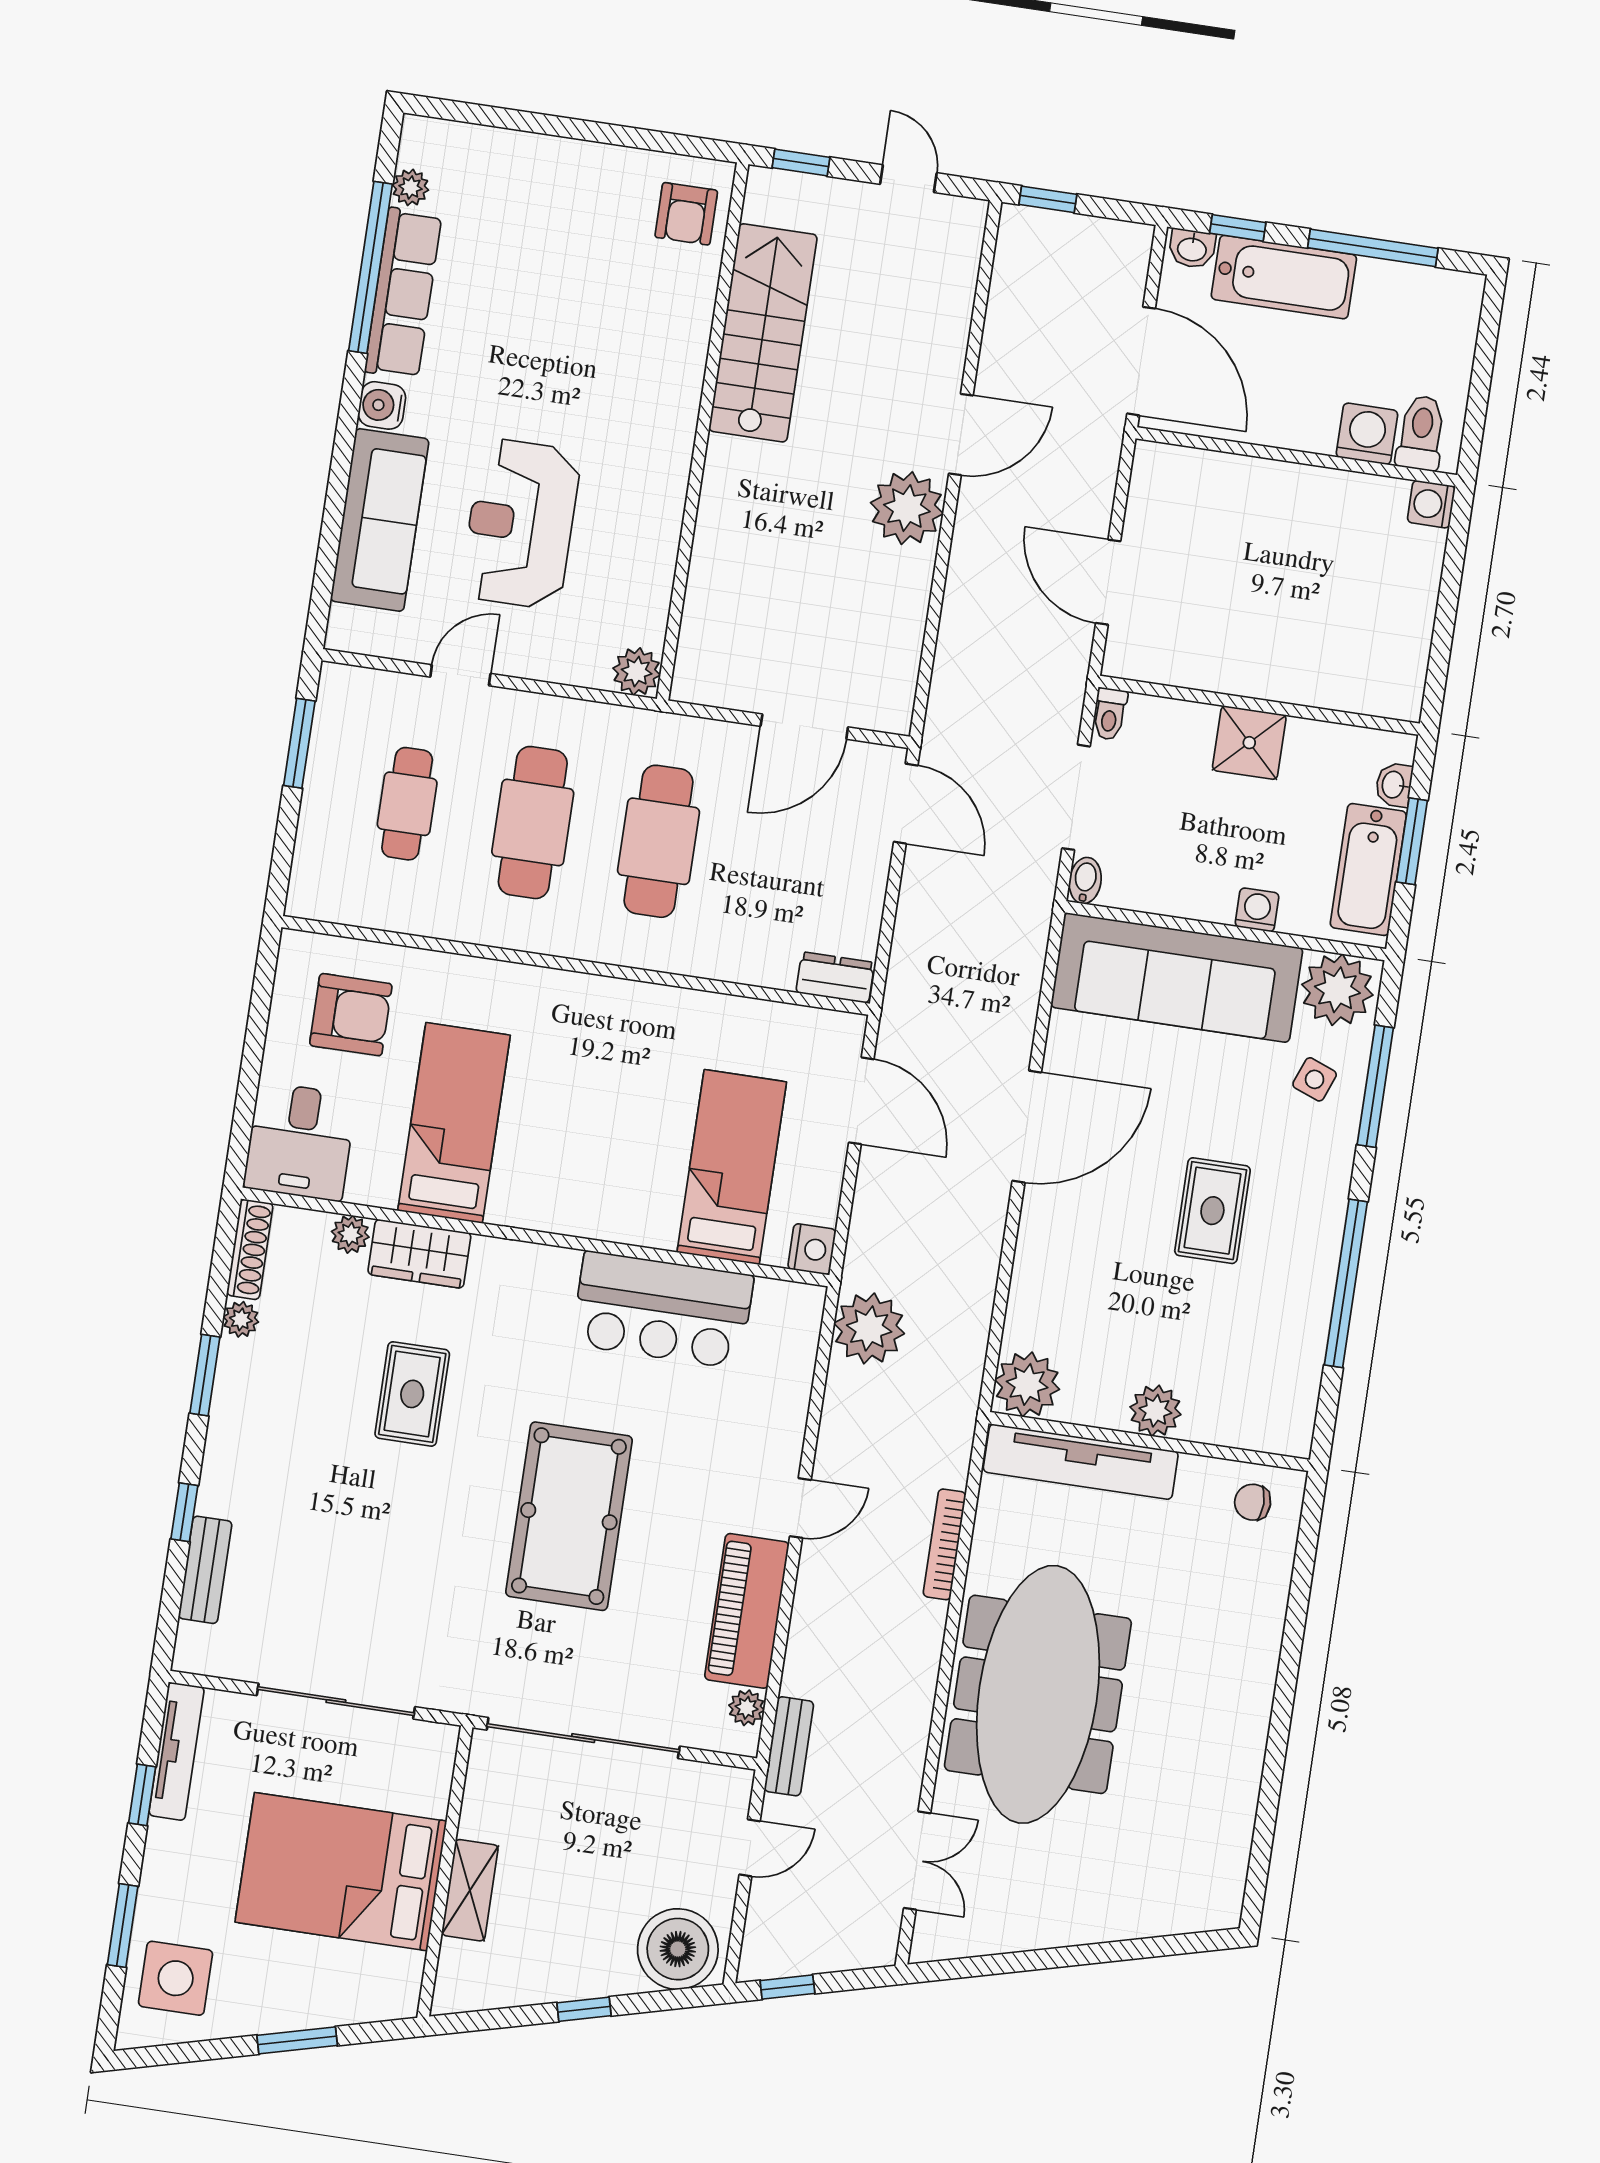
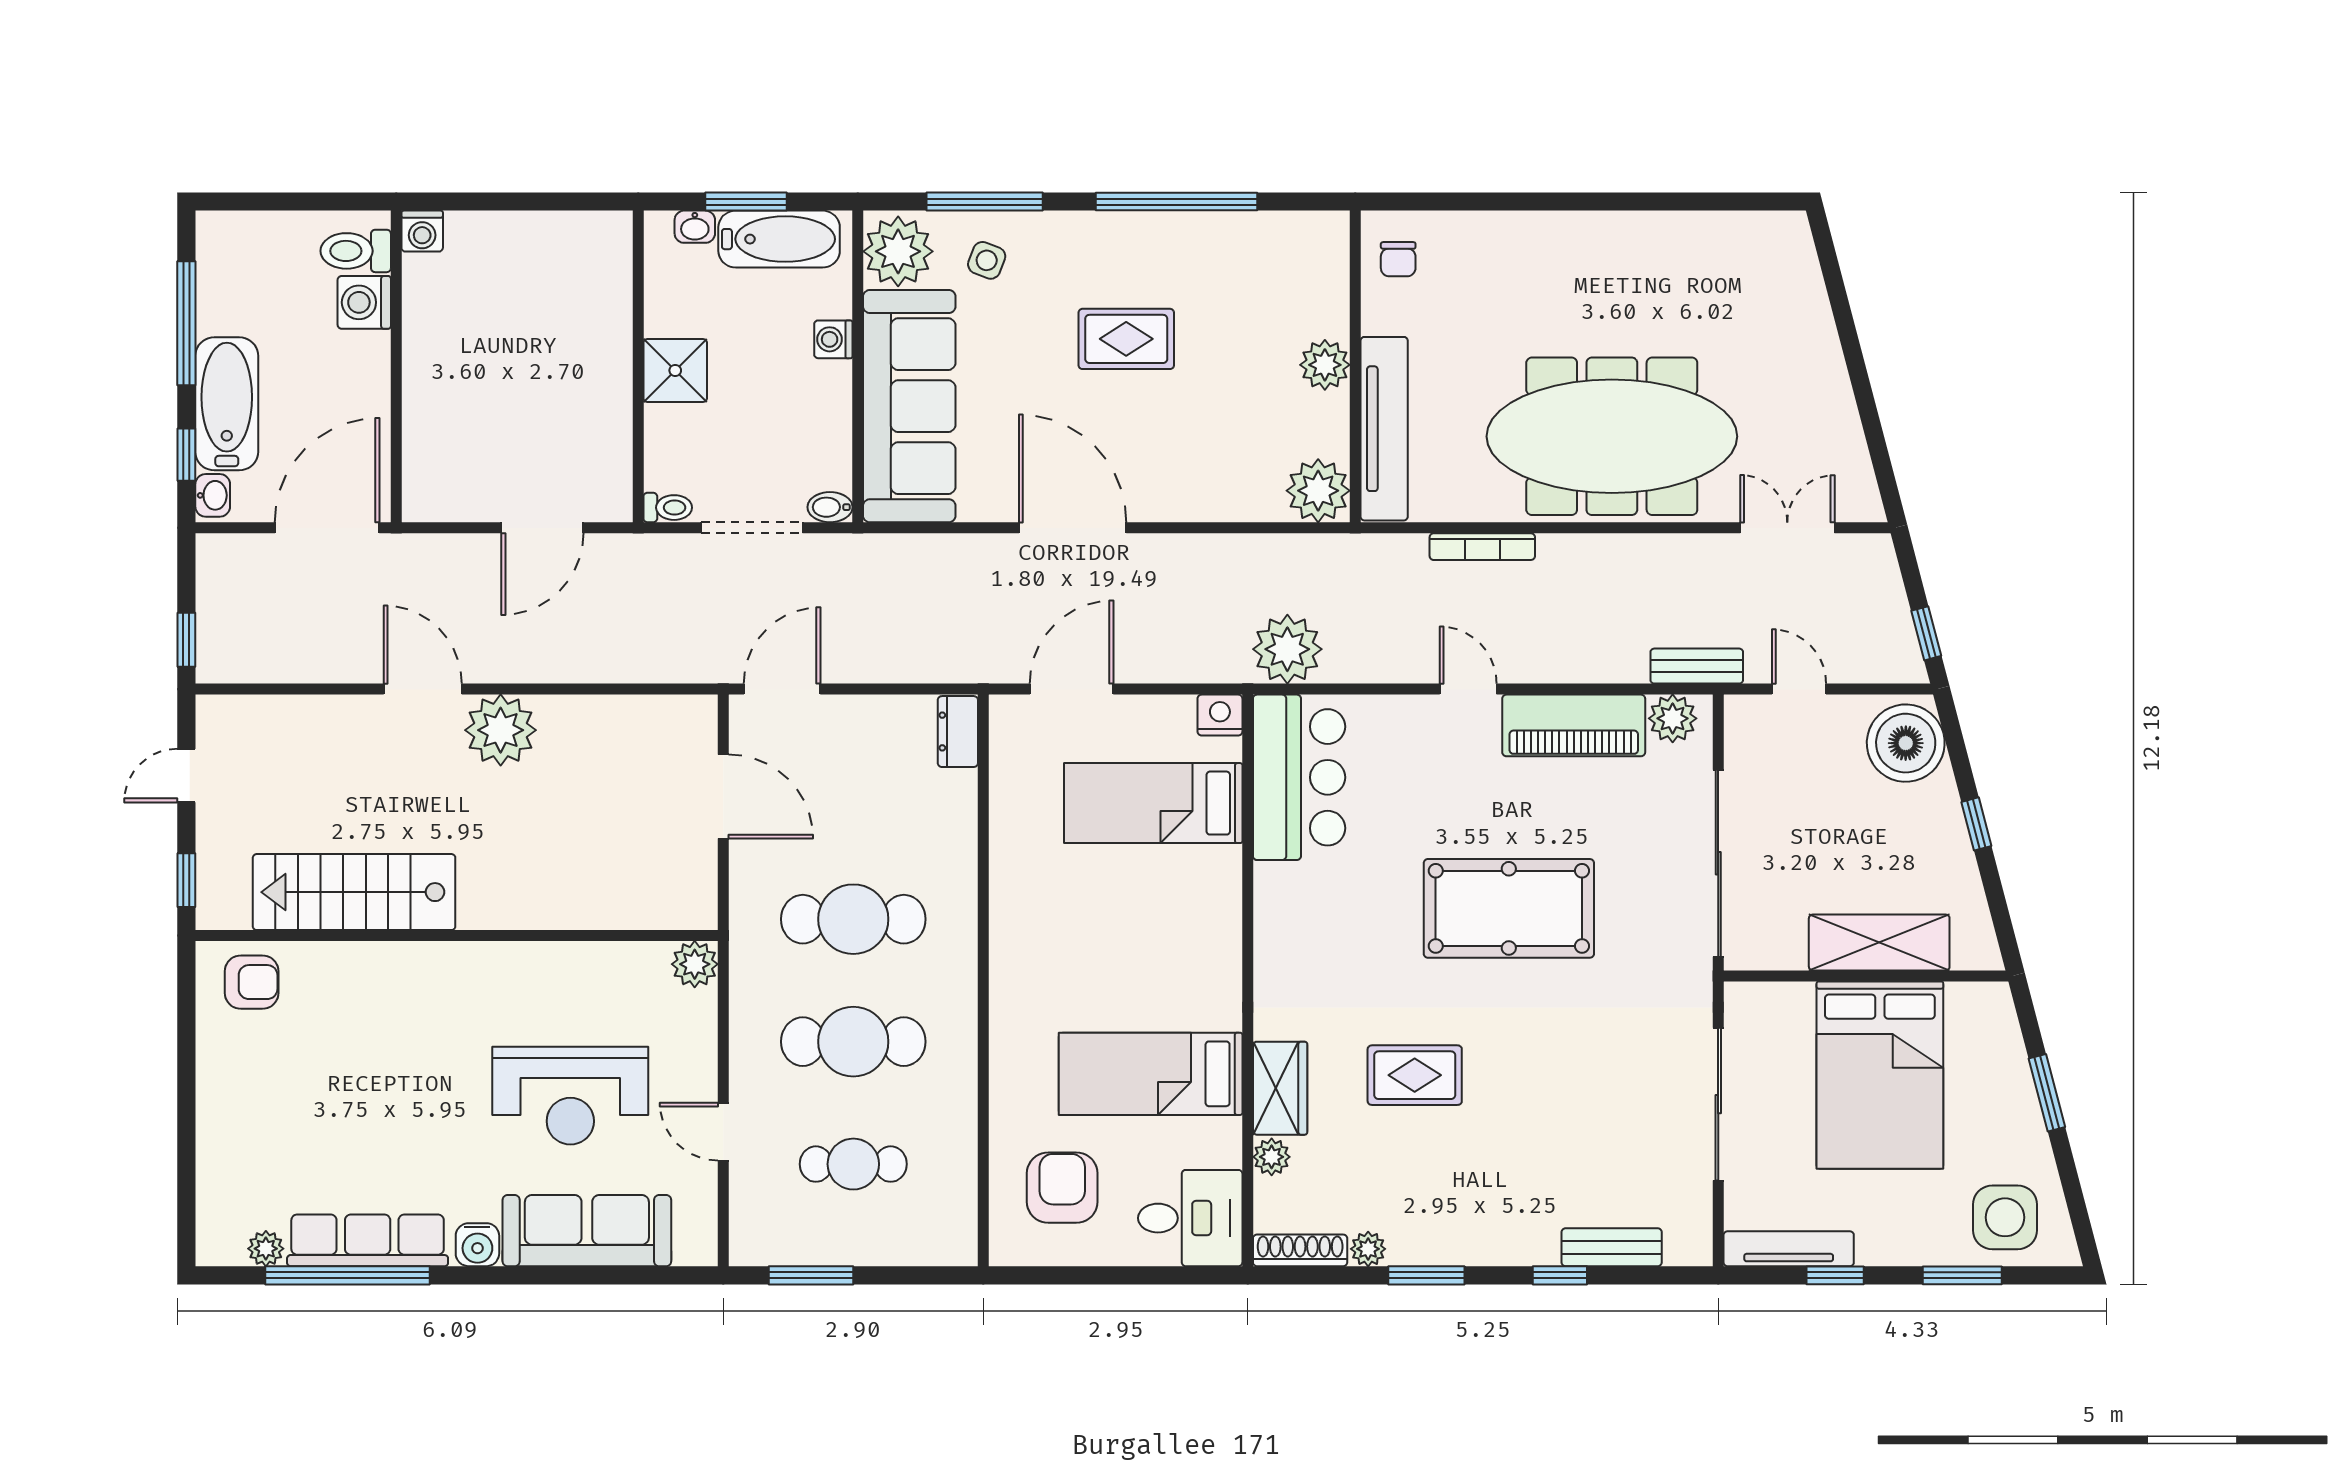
bar counter: (663, 1310) -> (1299, 777), moved
plant: (747, 1708) -> (1673, 718), width x1.38, depth x1.38
shelving: (470, 1890) -> (1879, 942), width x1.50, depth x1.33

